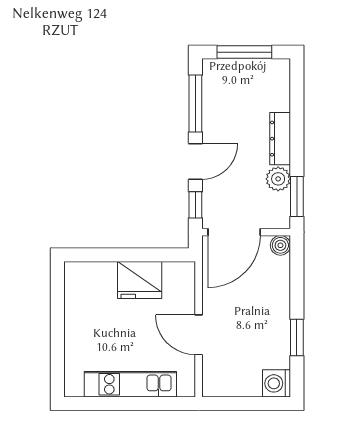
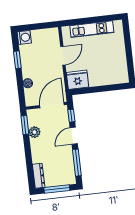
dresser: (280, 139) -> (39, 176), moved
boiler: (280, 245) -> (28, 83), moved
fridge: (140, 280) -> (78, 80), moved
door: (199, 335) -> (63, 56), hinge flipped

